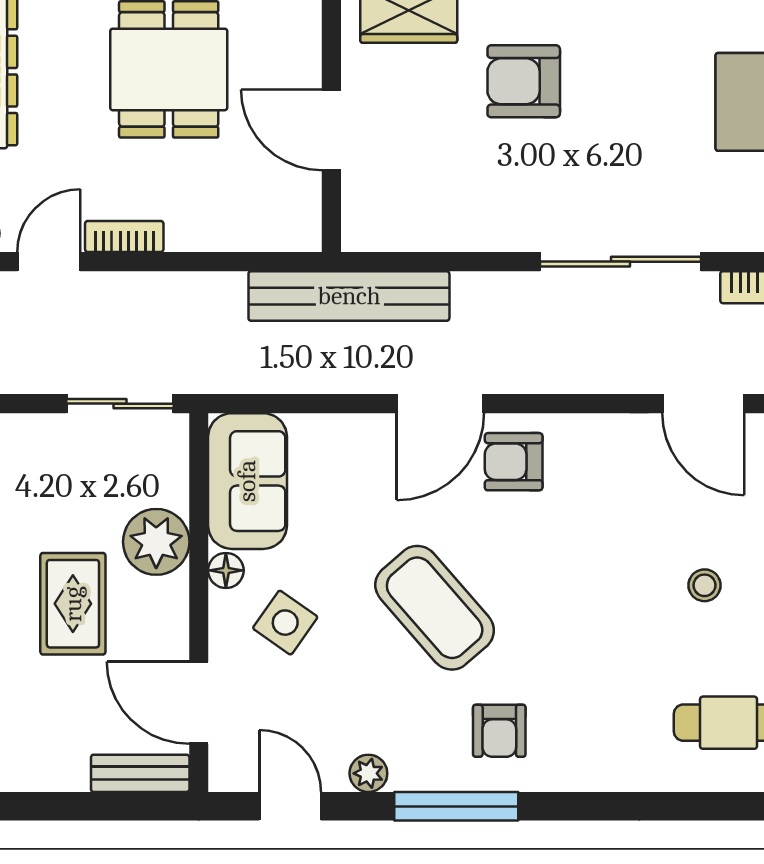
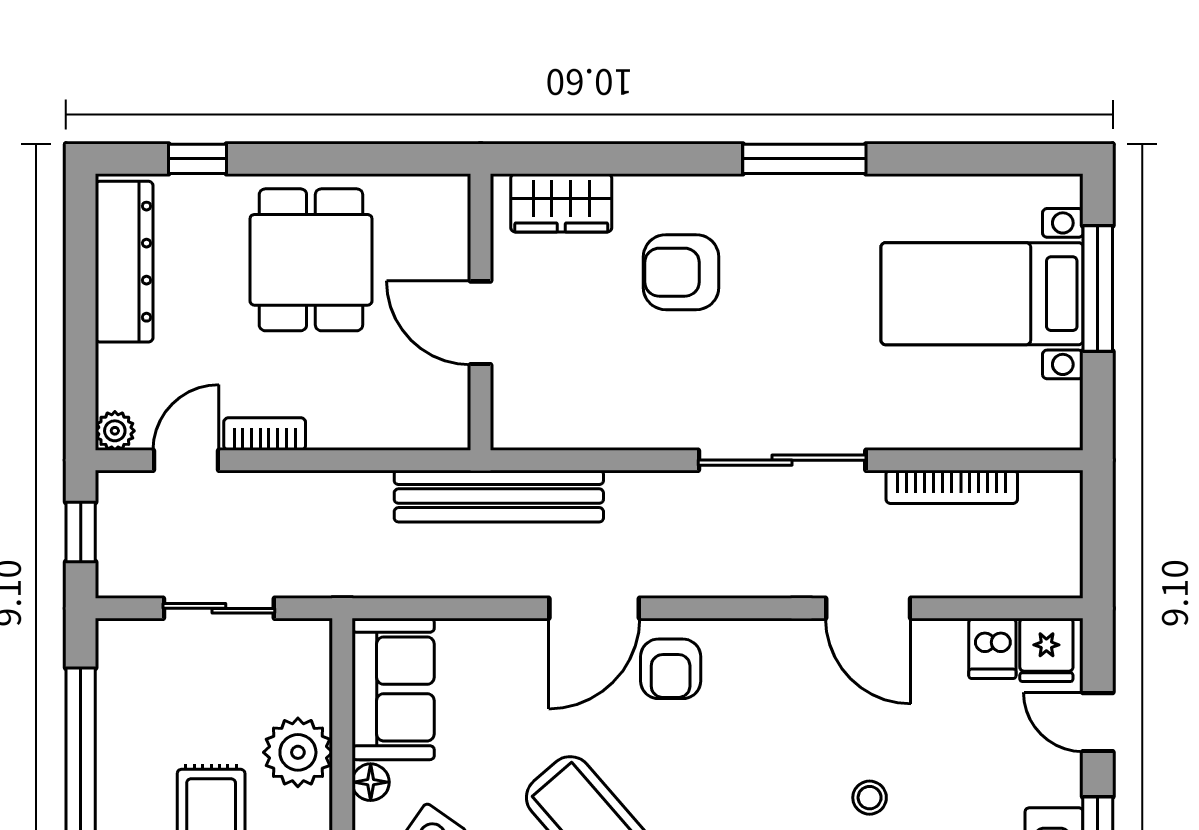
sliding door: (120, 404) -> (219, 608), moved
armchair: (514, 462) -> (671, 669), turned -90

